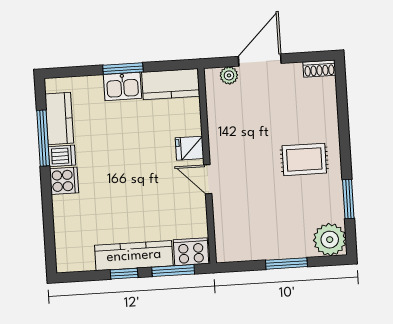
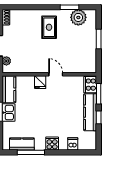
dishwasher: (62, 156) -> (73, 144), moved
door: (208, 179) -> (56, 74), swing flipped
plant: (330, 240) -> (78, 17), moved

